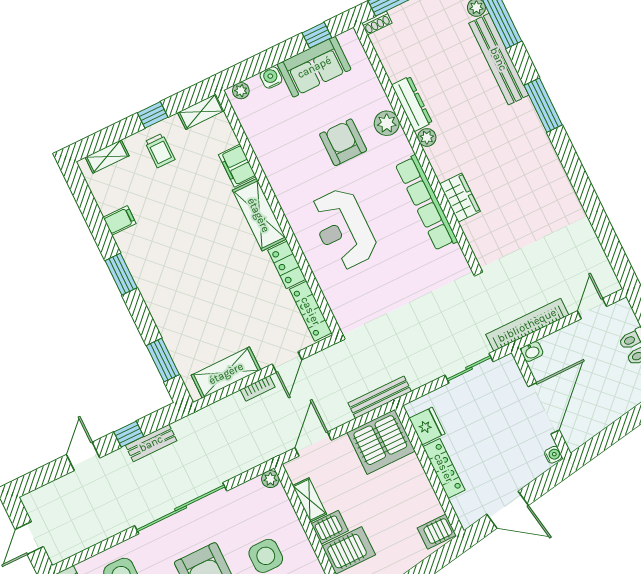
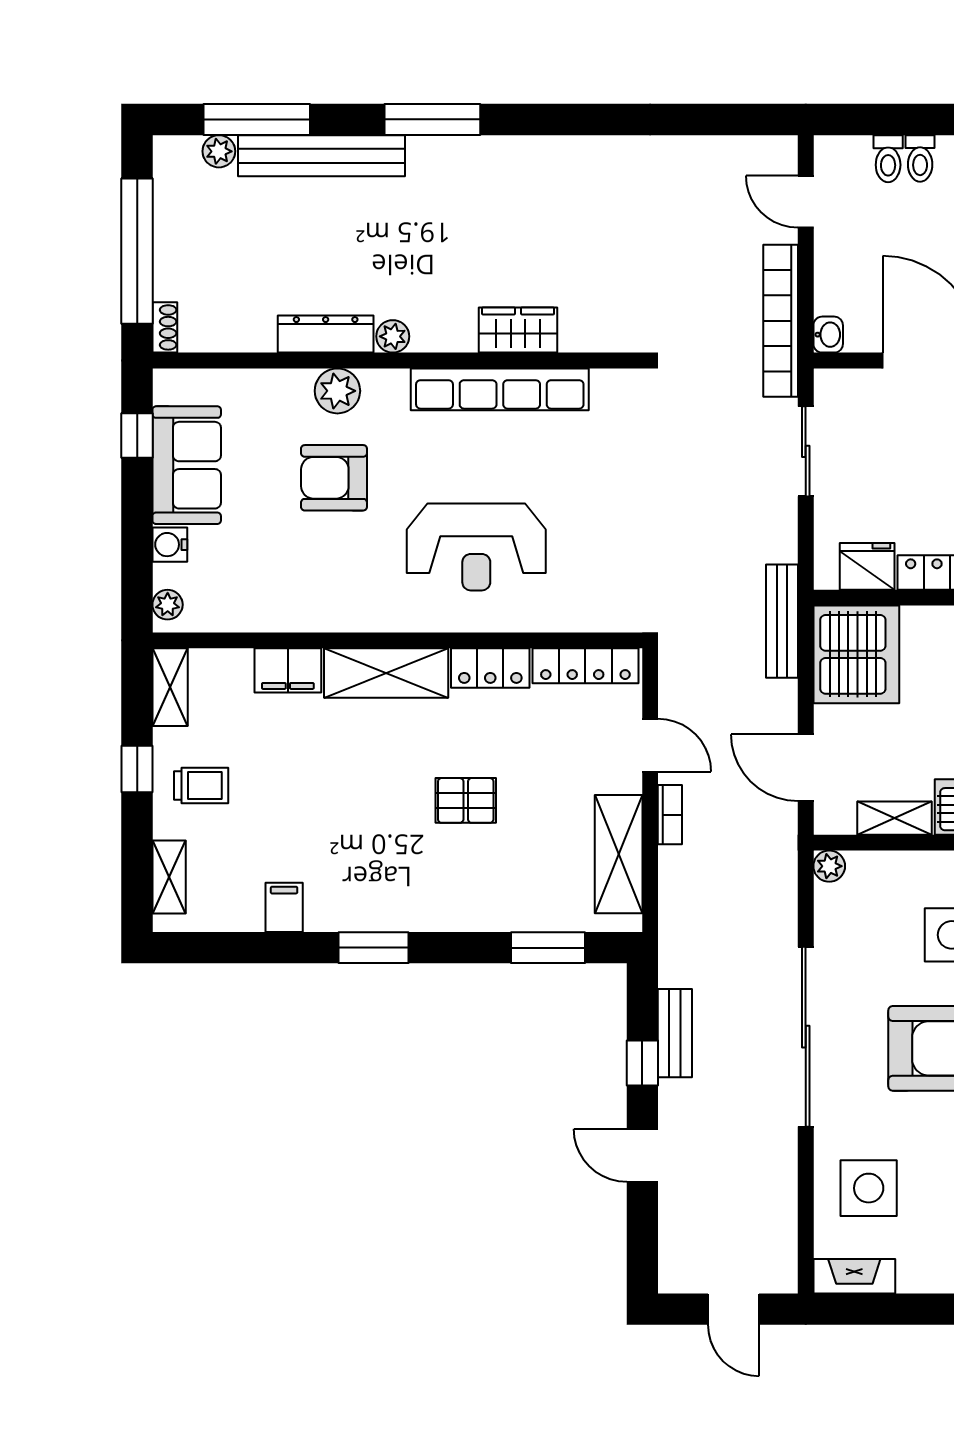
pallet: (216, 284) -> (466, 800), added

